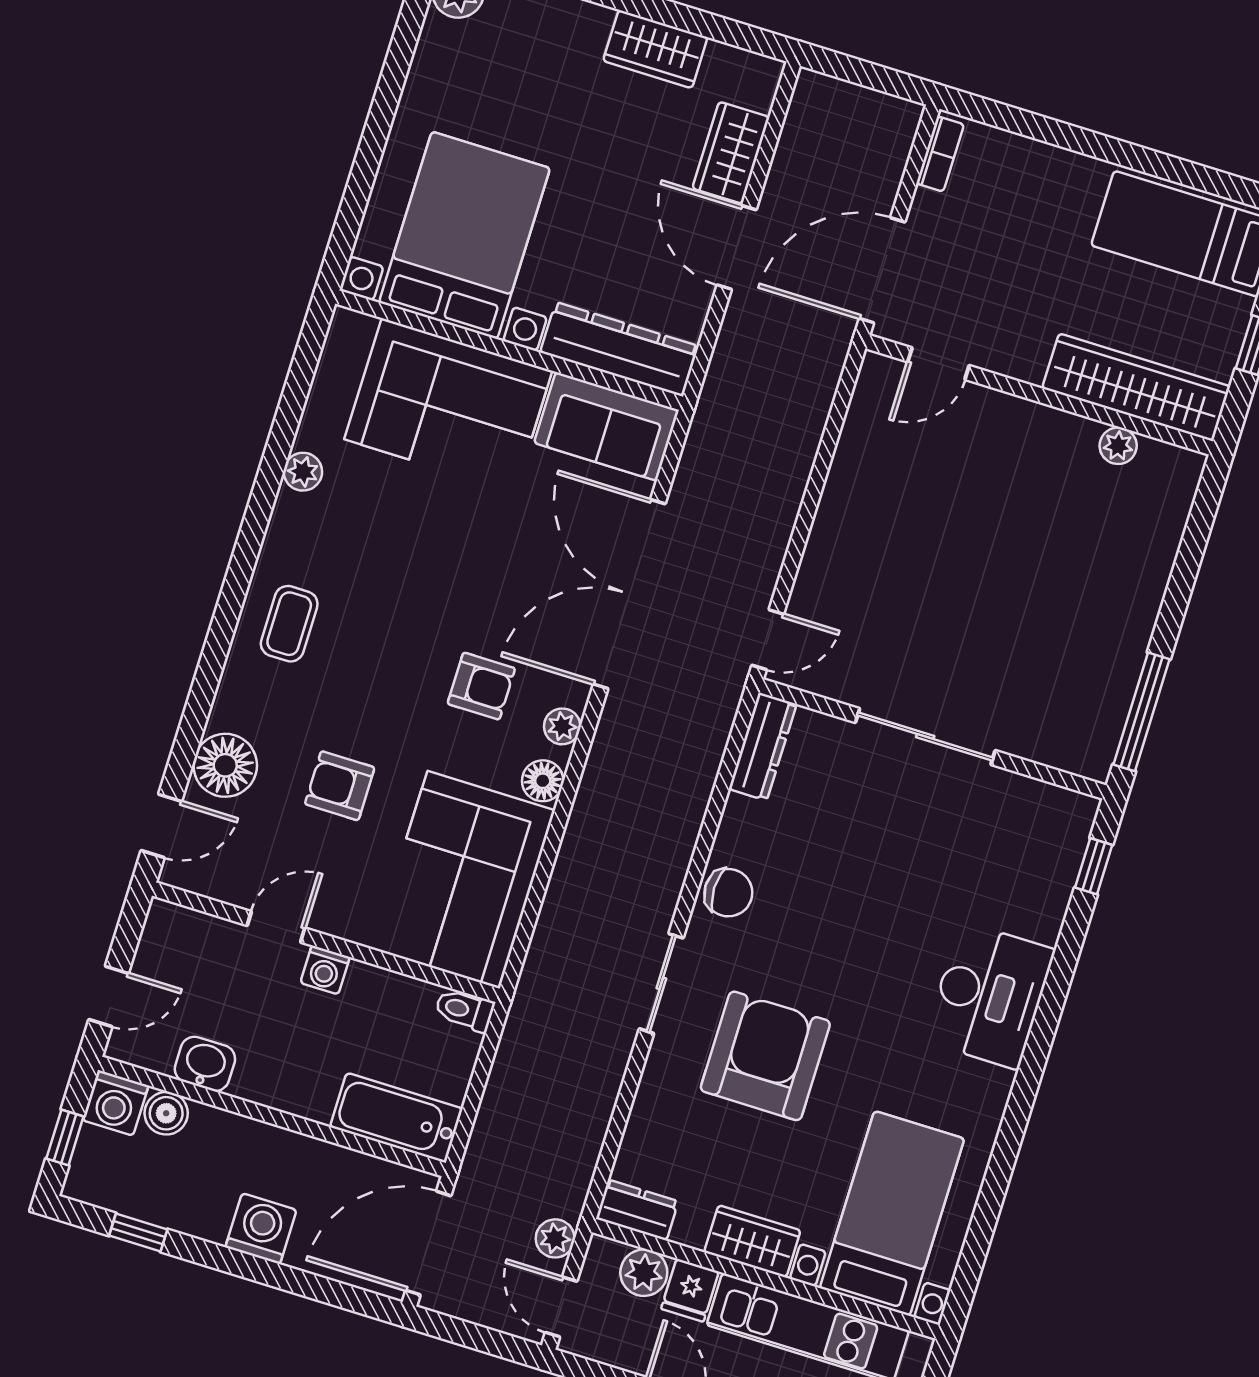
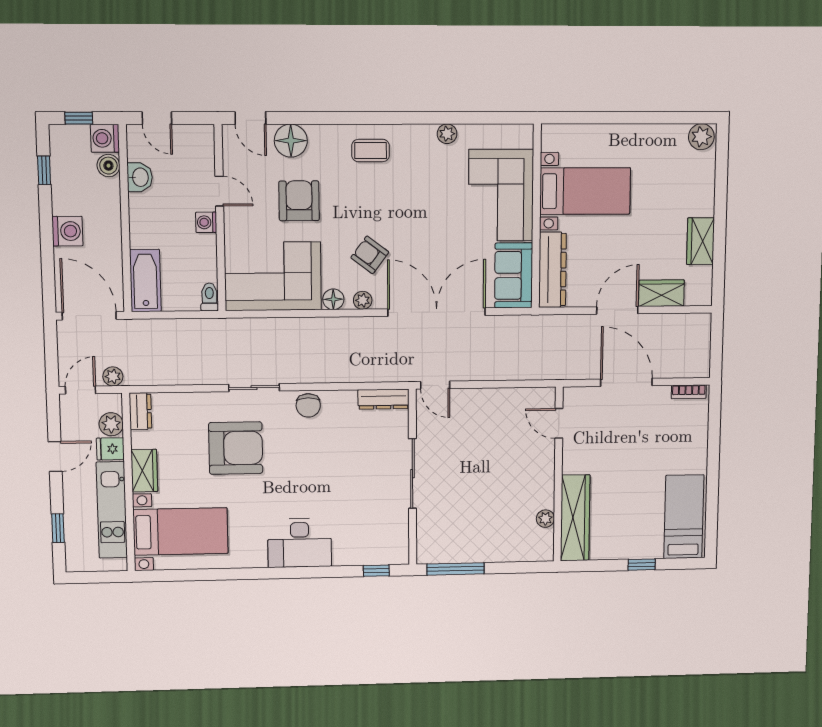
bed with nightstands: (464, 235) -> (585, 191), width x0.73
door: (938, 364) -> (559, 423), moved
wardrobe: (1136, 387) -> (575, 518), moved
wall: (1039, 395) -> (558, 475), moved
plant: (1118, 446) -> (545, 519), moved
armchair: (481, 686) -> (370, 255), turned 127
armchair: (340, 786) -> (299, 201), width x1.38, depth x1.38

